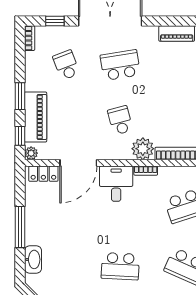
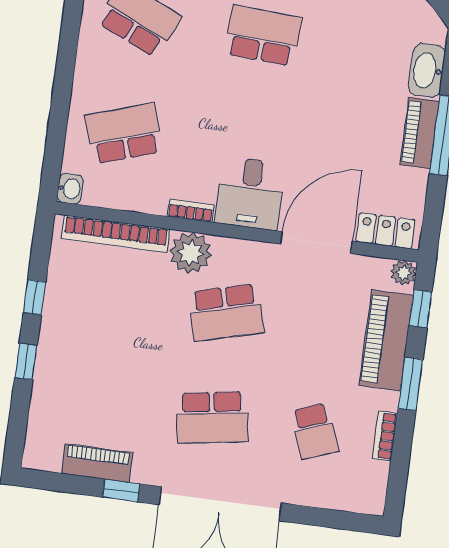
window: (55, 21) -> (121, 491), moved
bookcase: (30, 38) -> (385, 436), moved
school desk: (120, 120) -> (226, 313), width x1.85
piano: (33, 227) -> (420, 133), added

